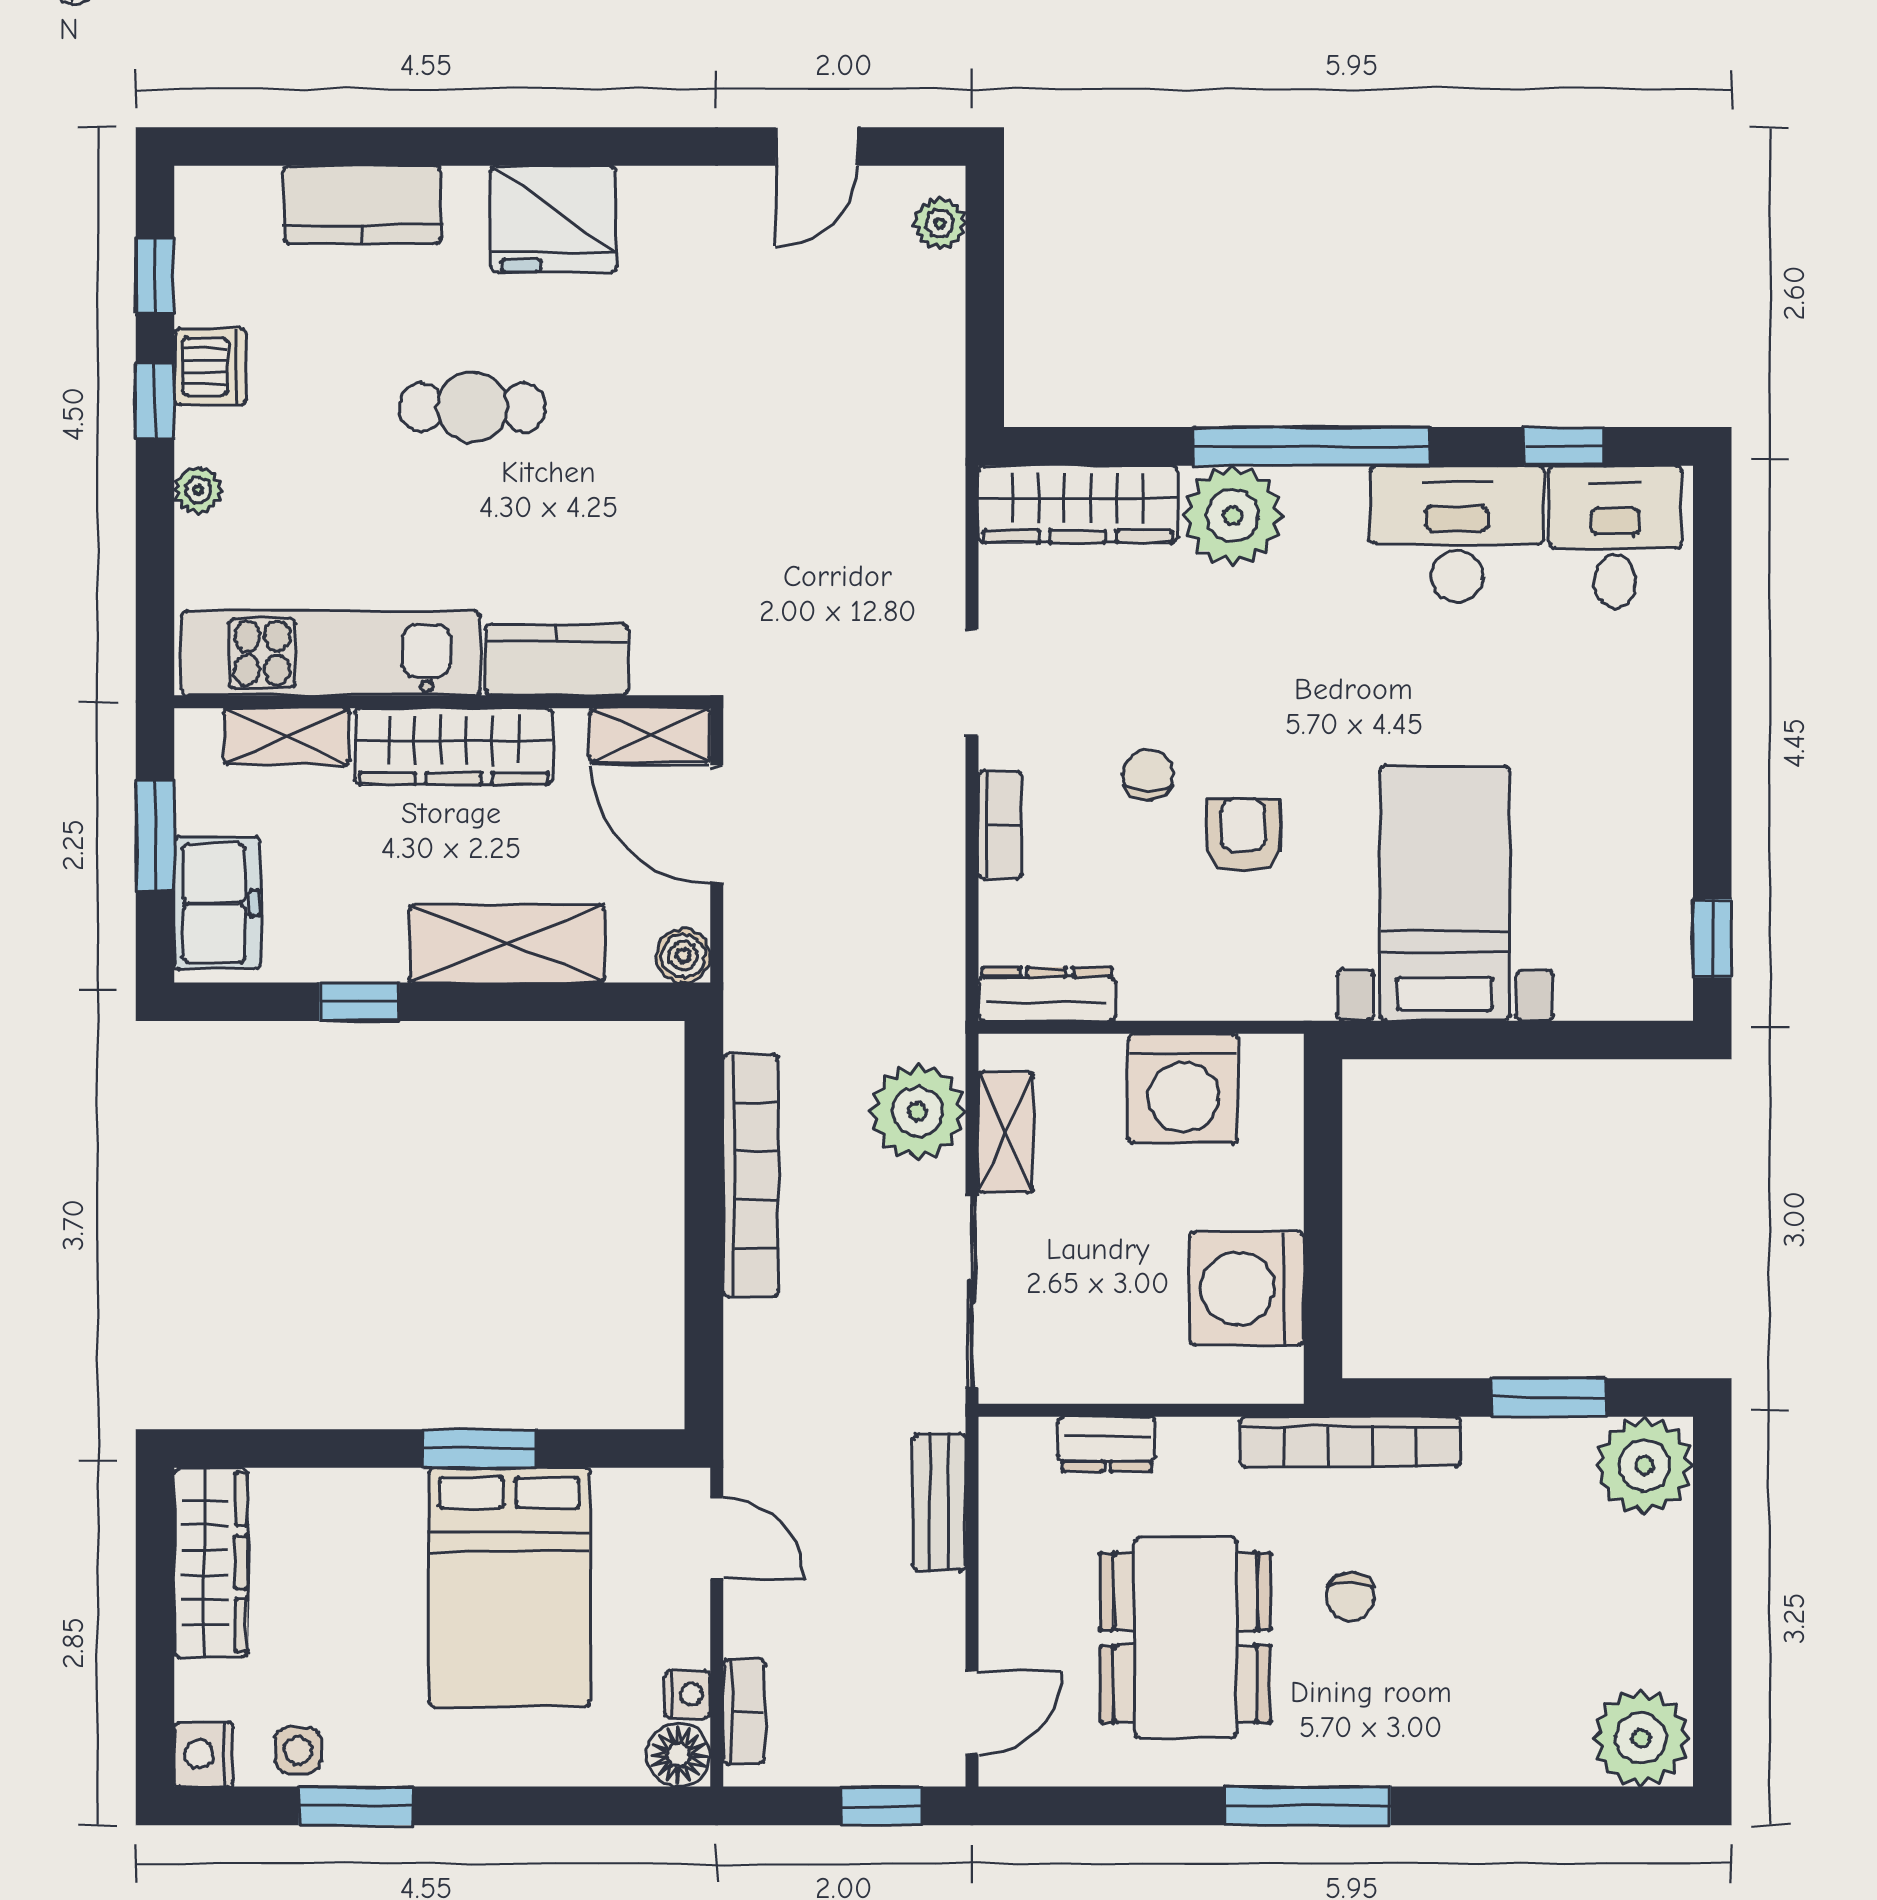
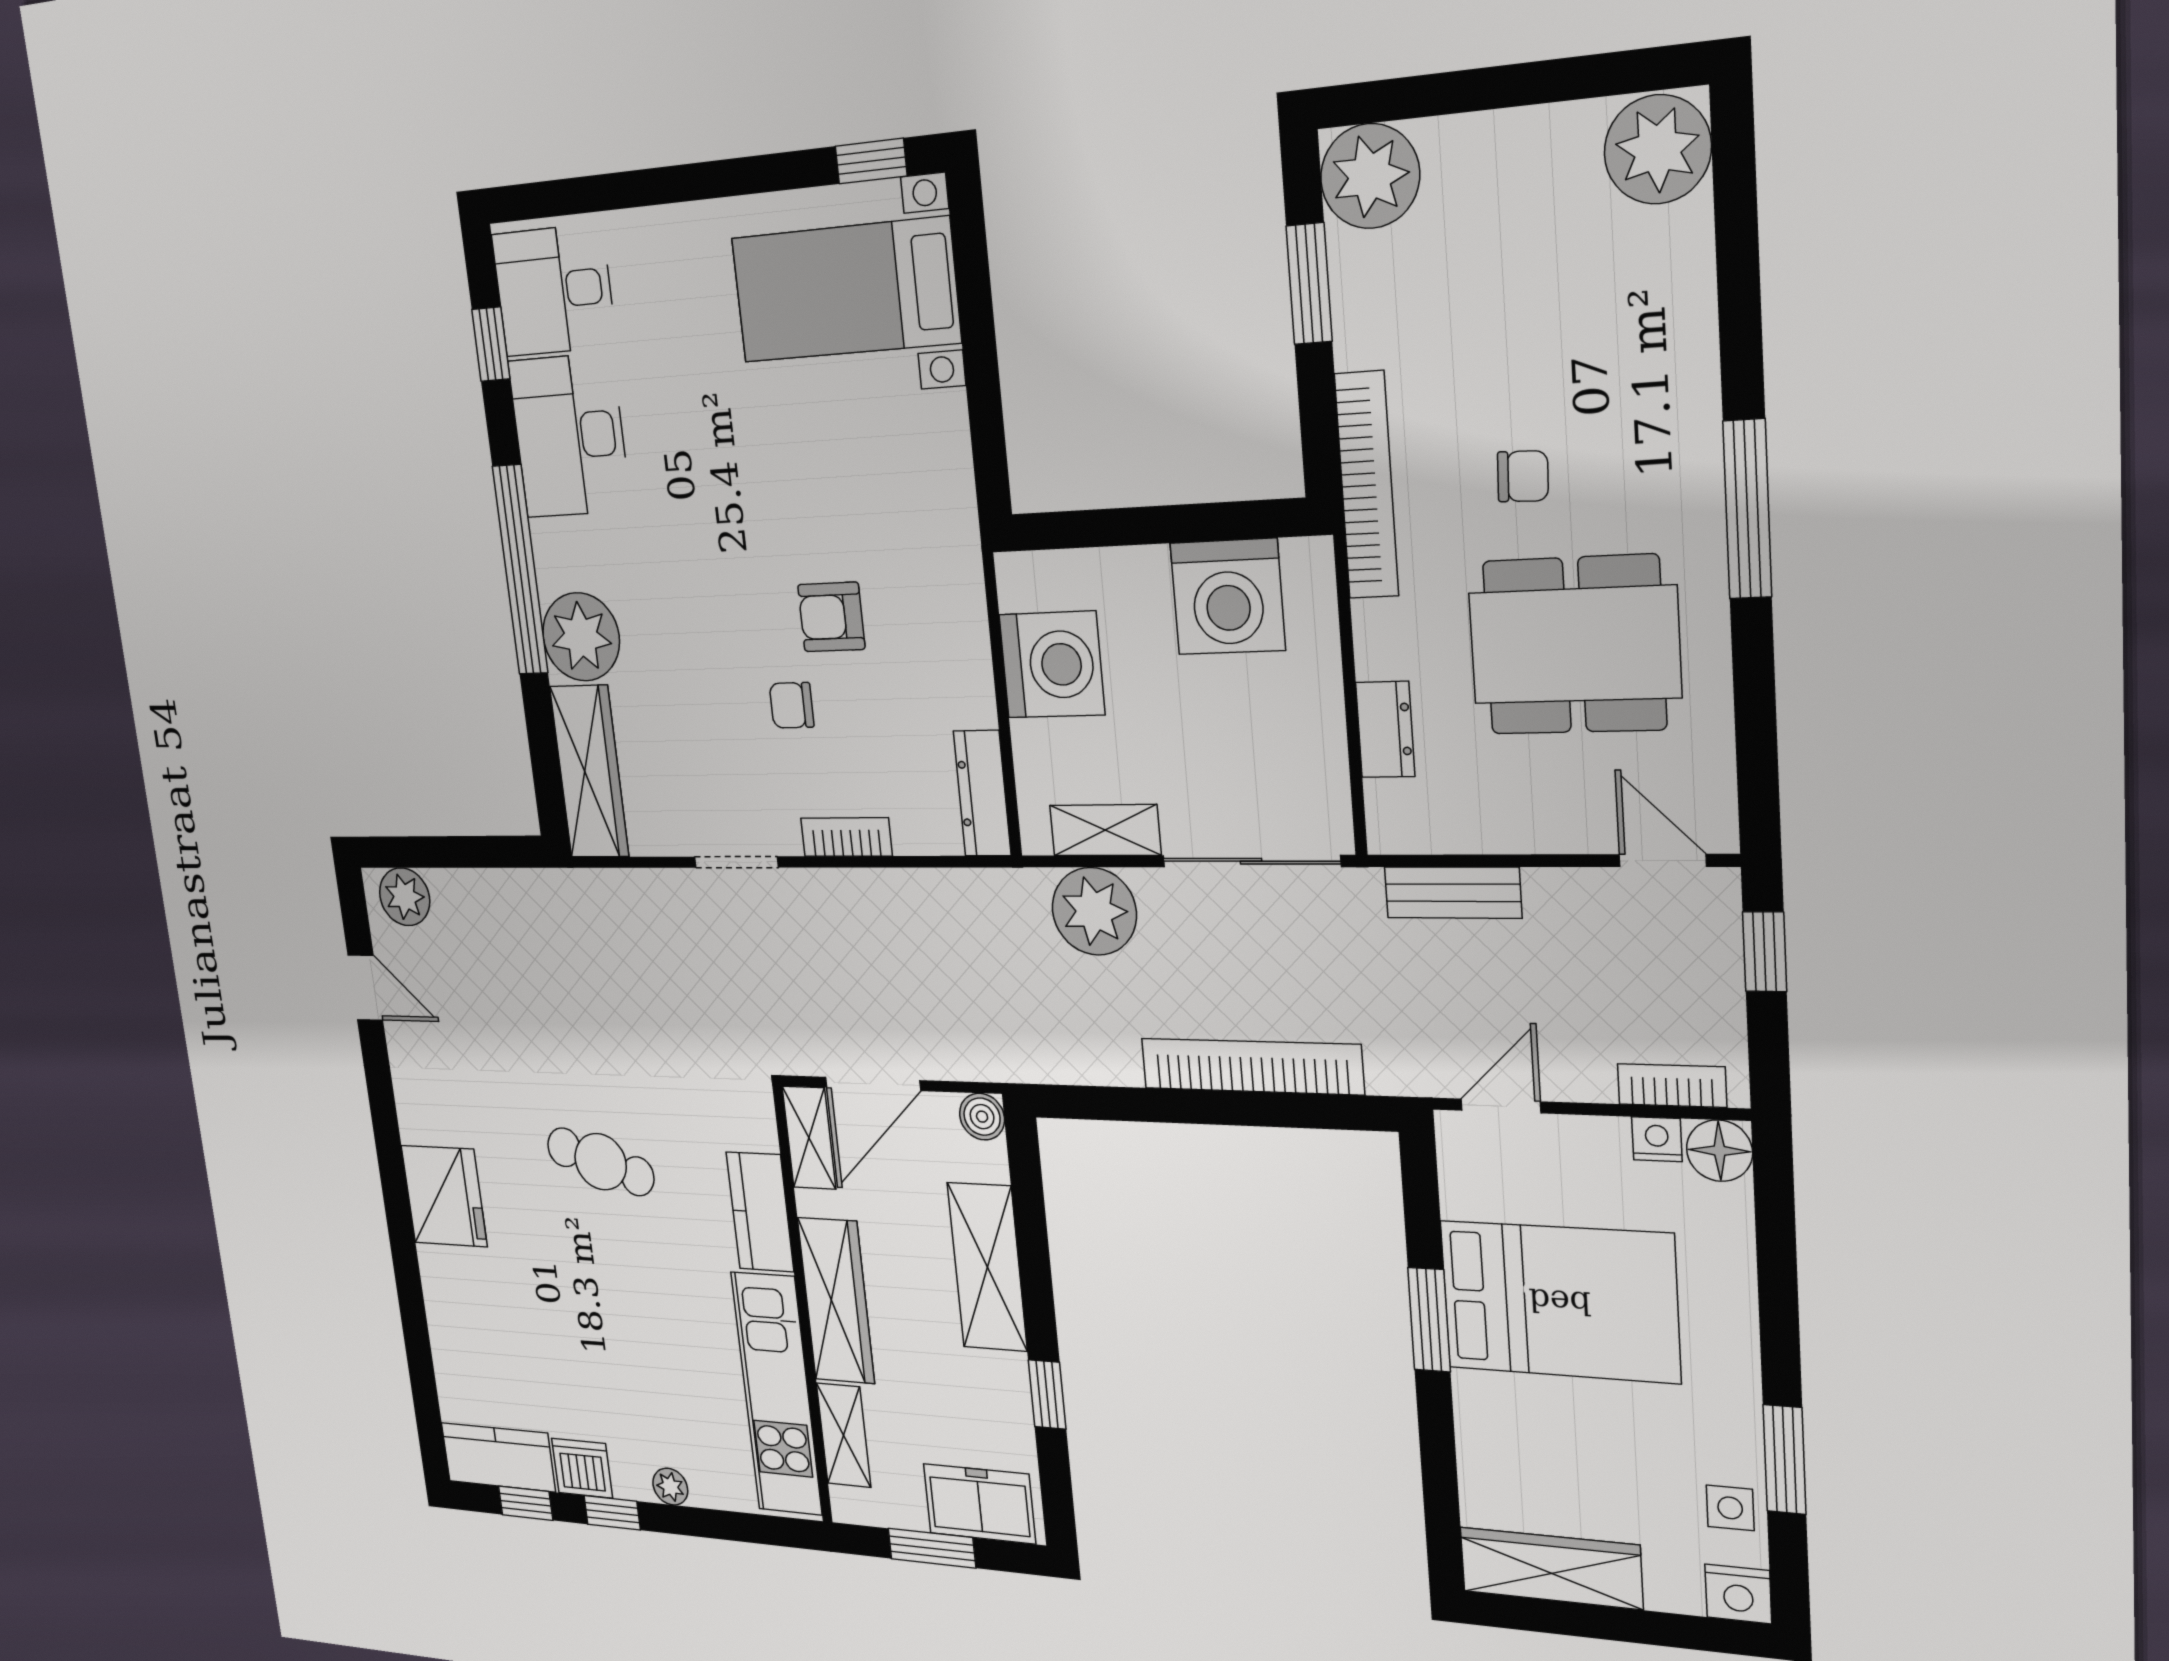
kitchen counter: (362, 205) -> (498, 1457), moved, turned -90
plant: (940, 223) -> (405, 897), width x1.38, depth x1.38
cafe table: (472, 407) -> (601, 1162), moved, turned -72
bed with nightstands: (1445, 893) -> (845, 290), moved
bookcase: (751, 1175) -> (1252, 1066), moved

